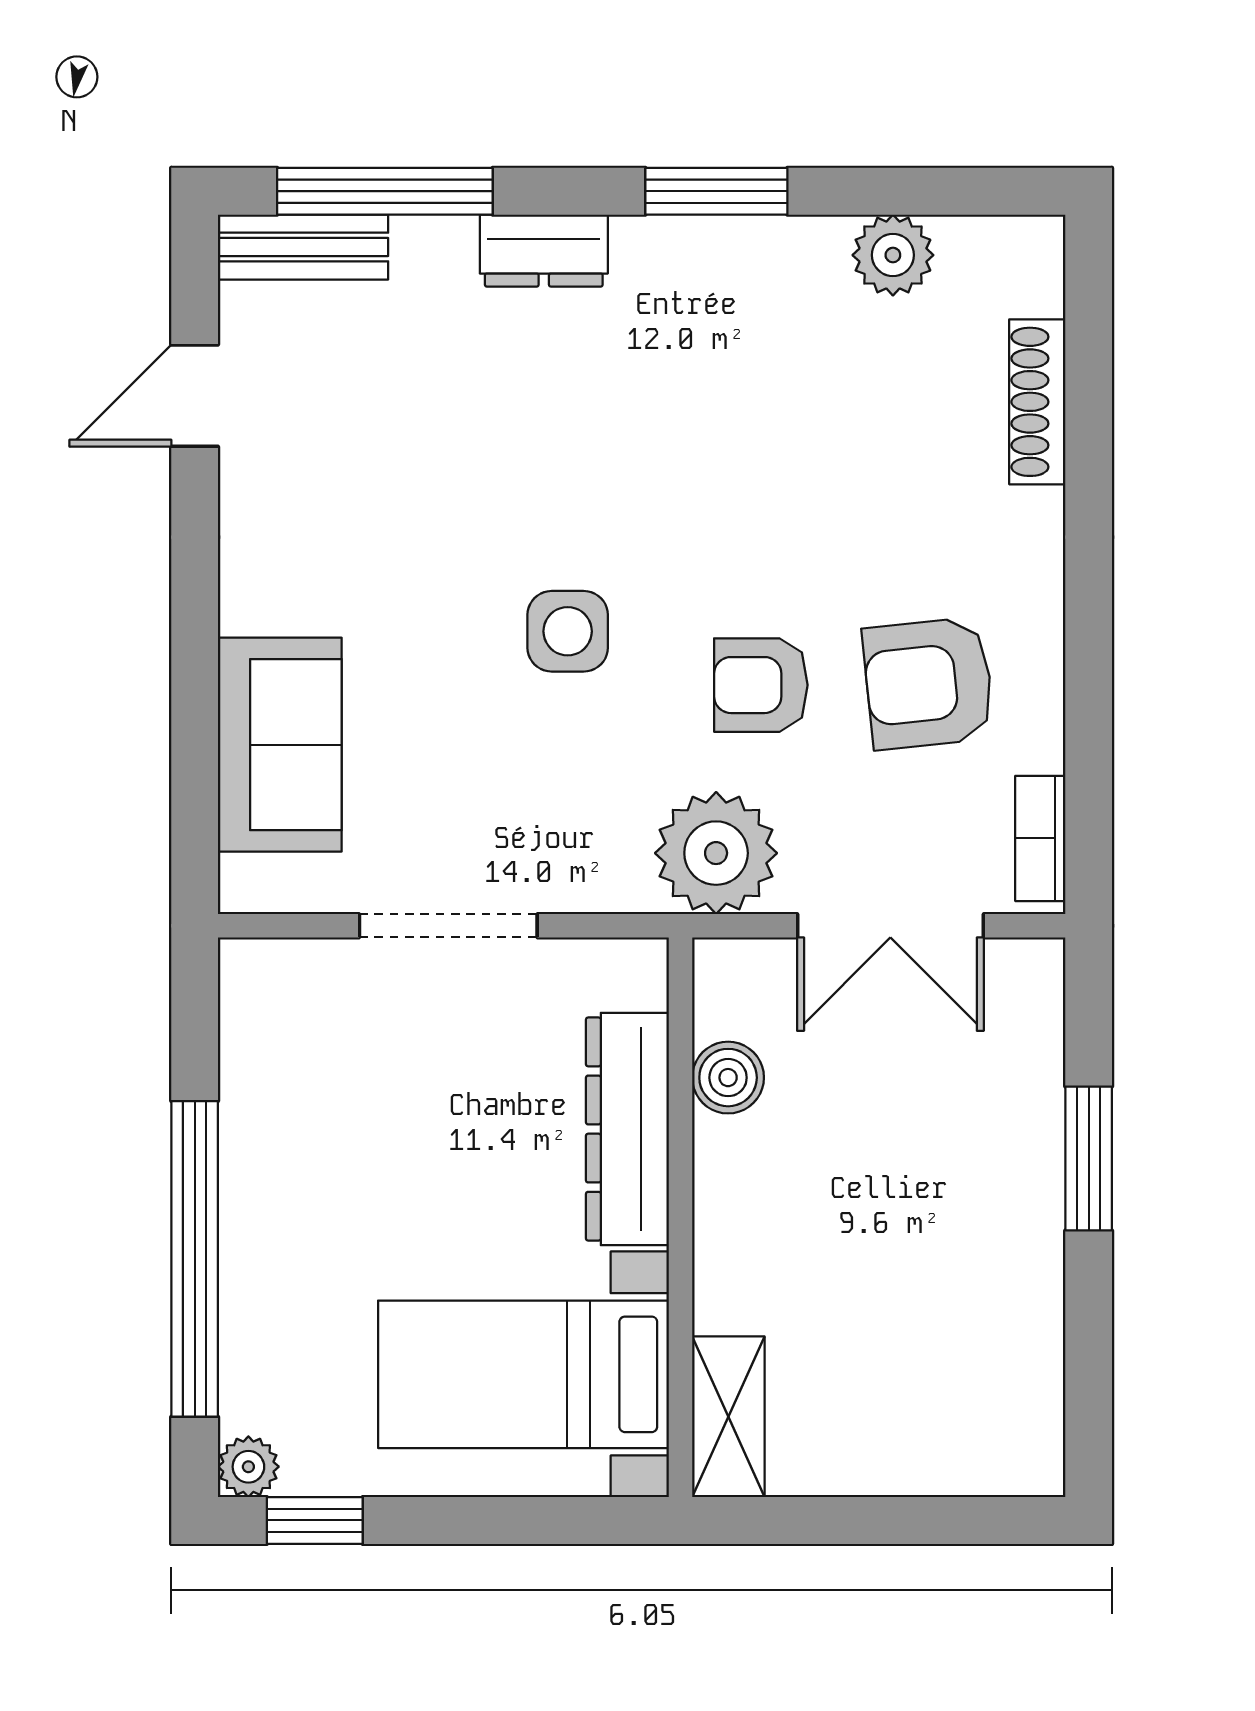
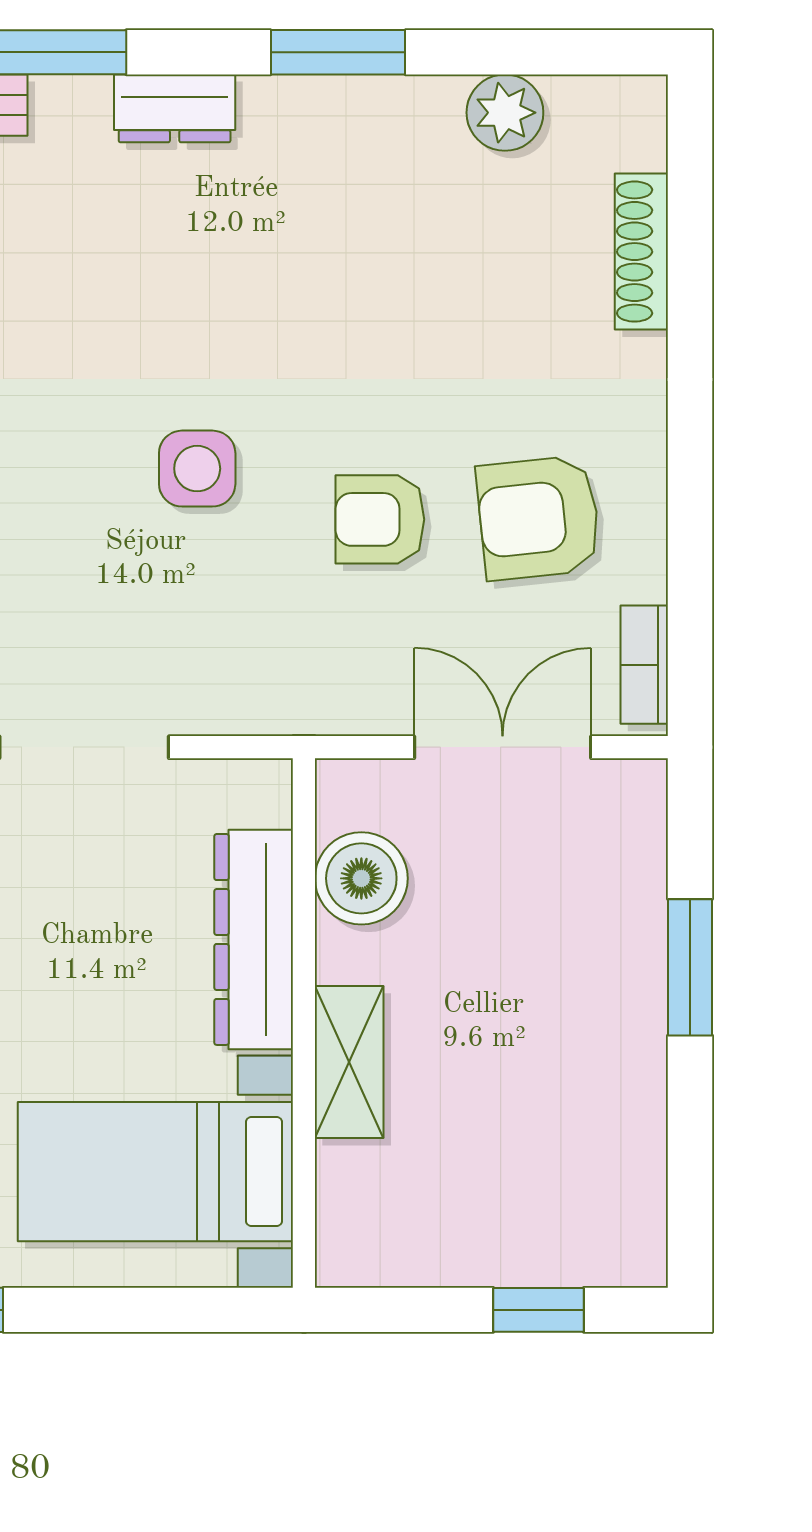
plant: (716, 853) -> (338, 678), removed
double door: (890, 926) -> (503, 747), swing flipped
boiler: (728, 1078) -> (361, 878), width x1.36, depth x1.36
shelving: (728, 1417) -> (349, 1062), moved
window: (928, 1520) -> (538, 1310), added

